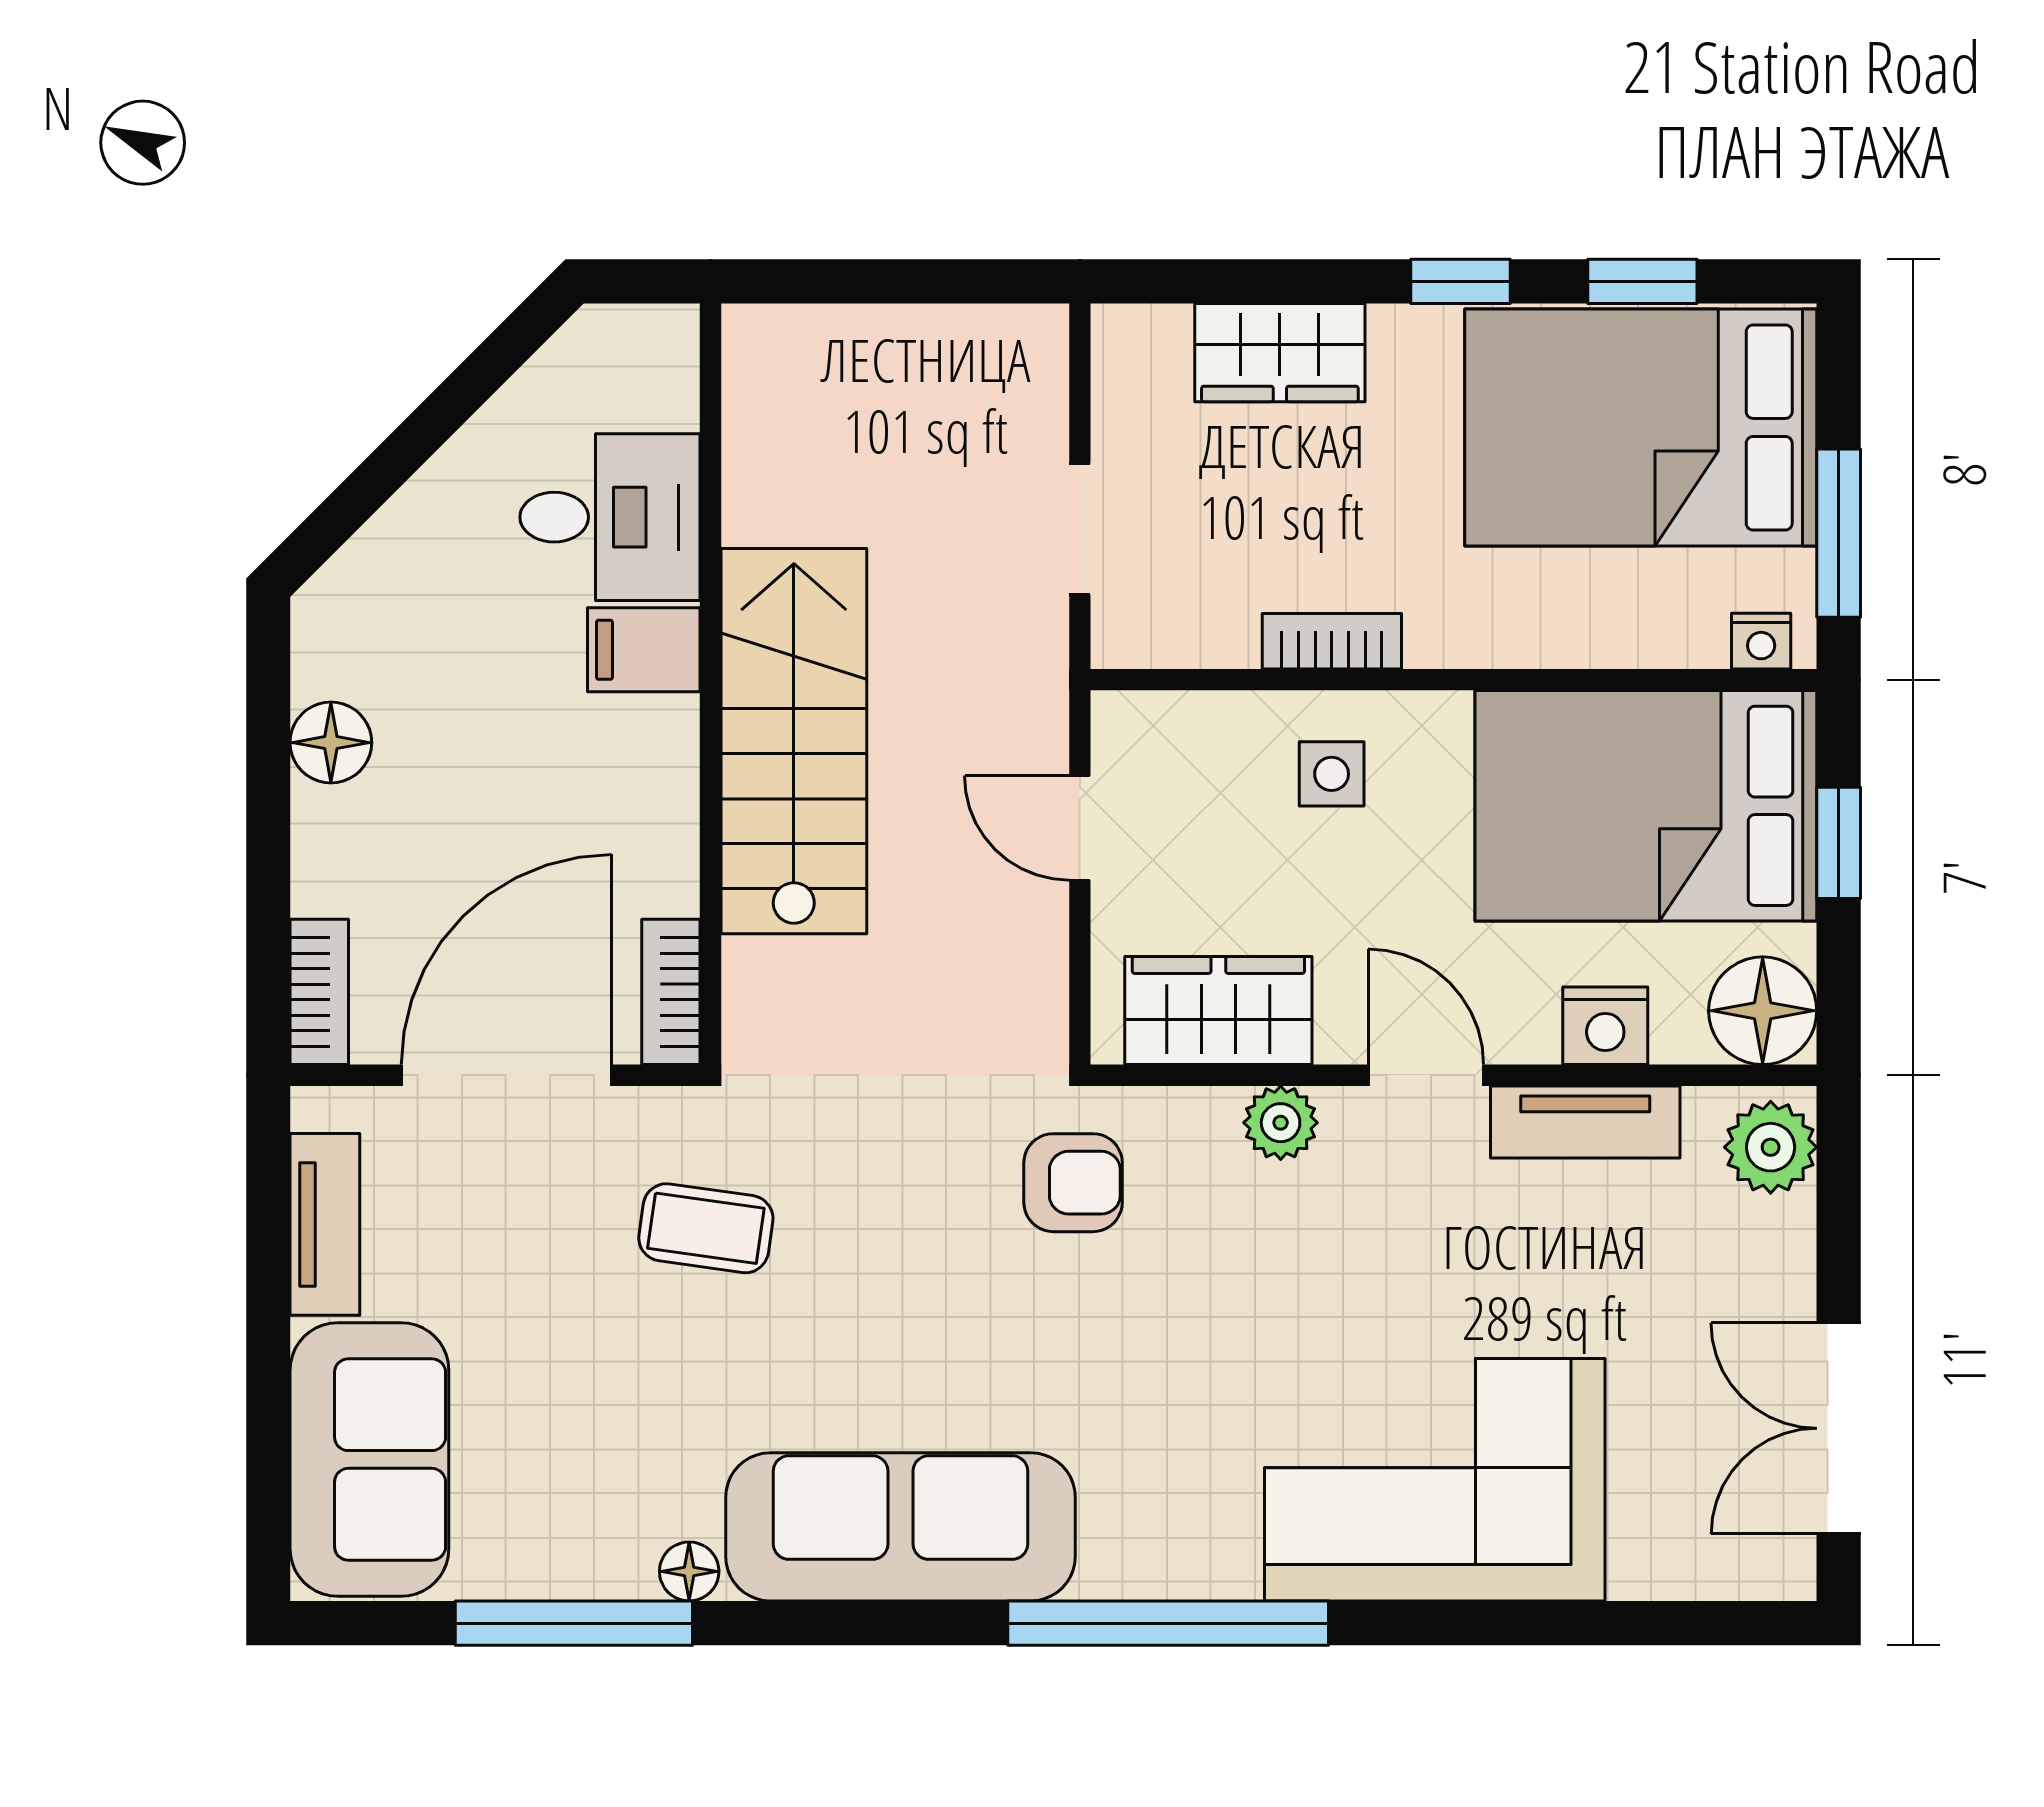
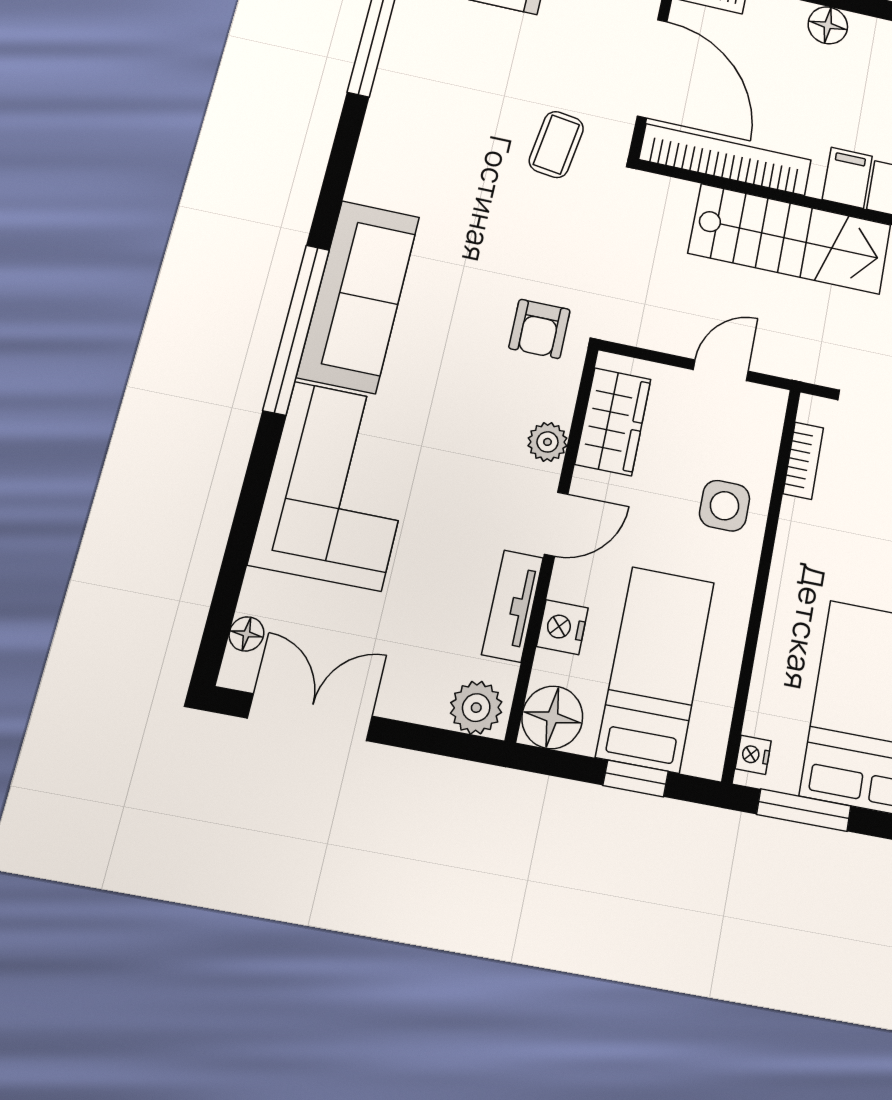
bookcase: (1332, 641) -> (803, 461), moved
side table: (1332, 774) -> (725, 506), width x1.37, depth x1.37
bed: (1646, 806) -> (656, 669), width x0.67
bookcase: (671, 992) -> (725, 160), width x2.31, depth x1.31
sofa: (900, 1527) -> (359, 296), moved
floor lamp: (689, 1571) -> (246, 634), moved

